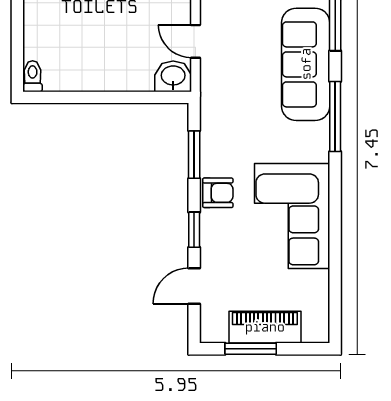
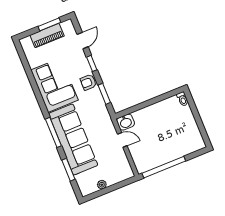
sofa: (306, 64) -> (73, 139), width x1.36, depth x1.27

